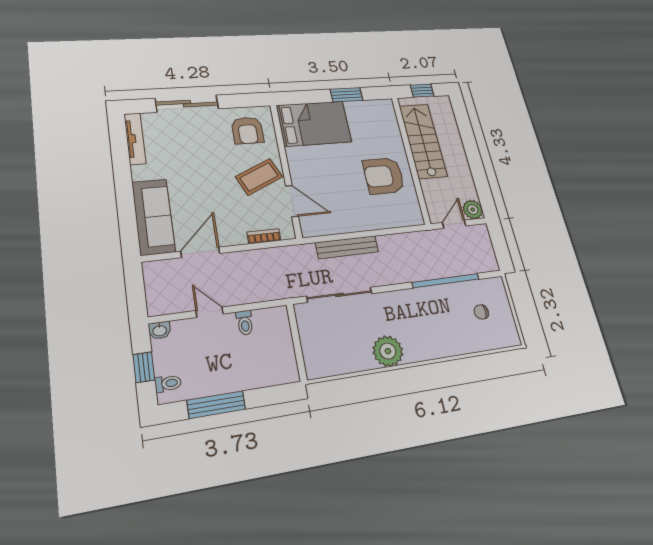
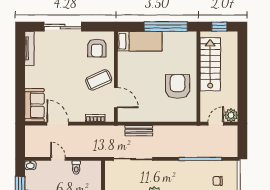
window: (346, 95) -> (166, 27), width x2.11
bed: (314, 124) -> (140, 41), width x0.67
armchair: (384, 176) -> (178, 87), turned 90
sofa: (153, 217) -> (34, 105), width x0.73
bench: (347, 247) -> (139, 131), width x0.73
door: (200, 252) -> (58, 124), hinge flipped

